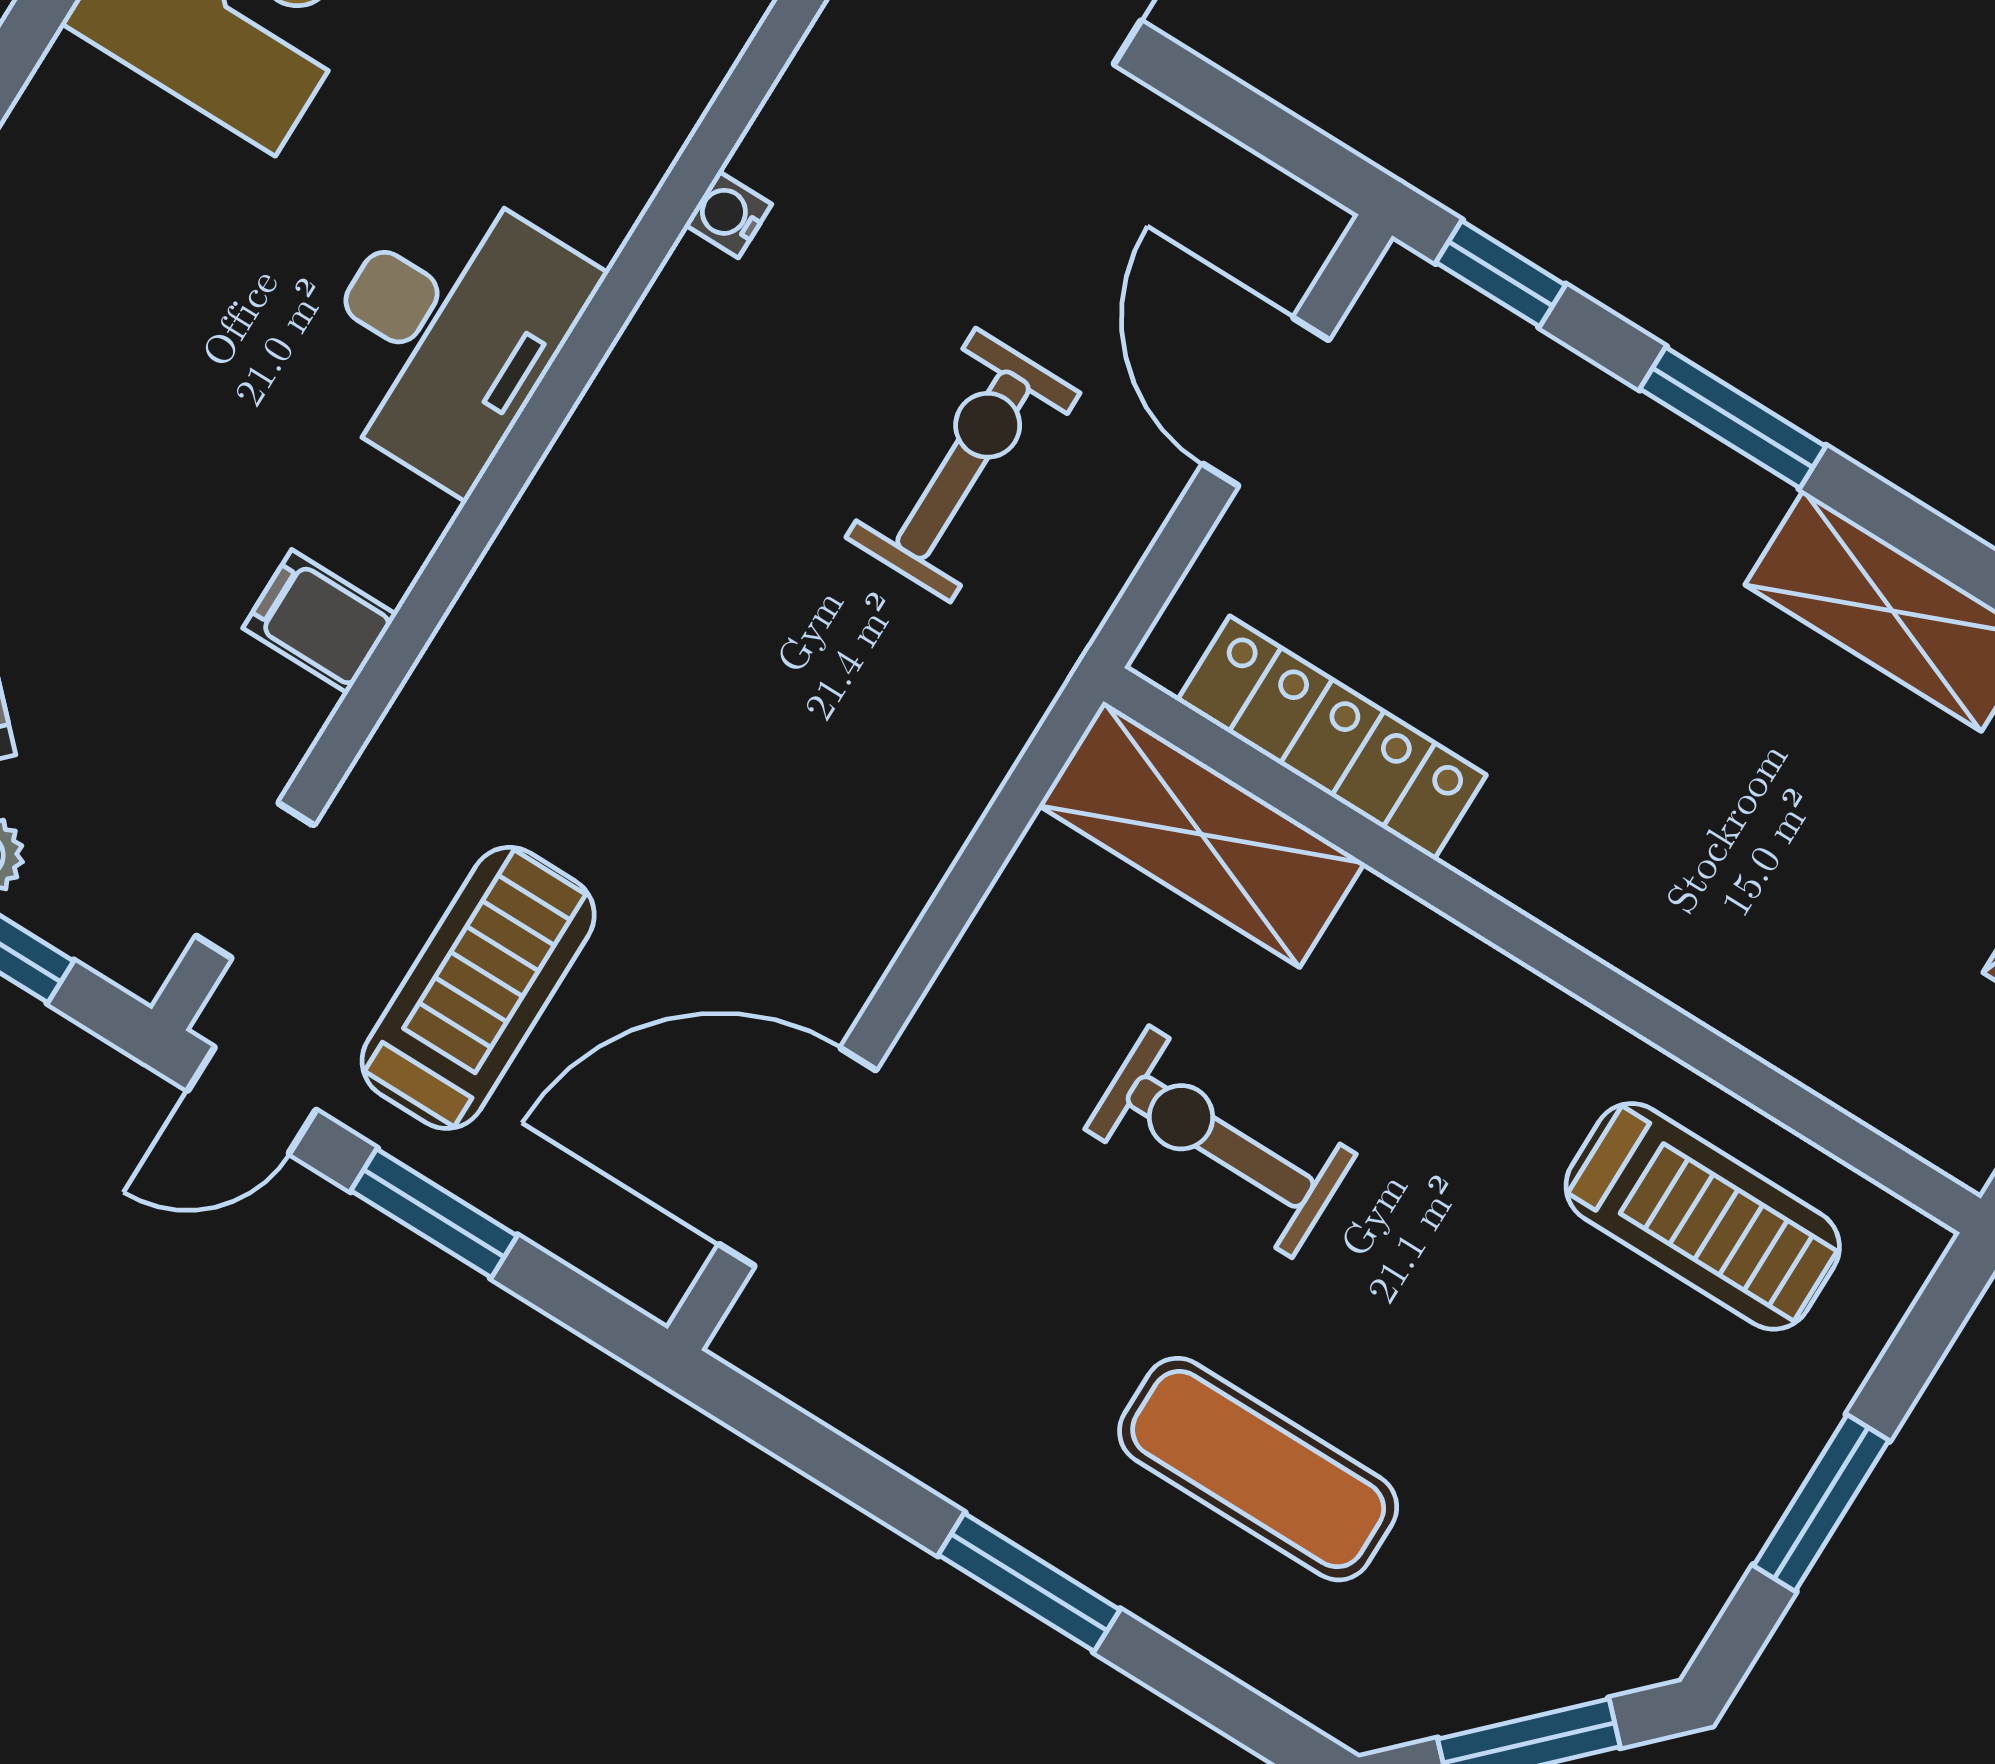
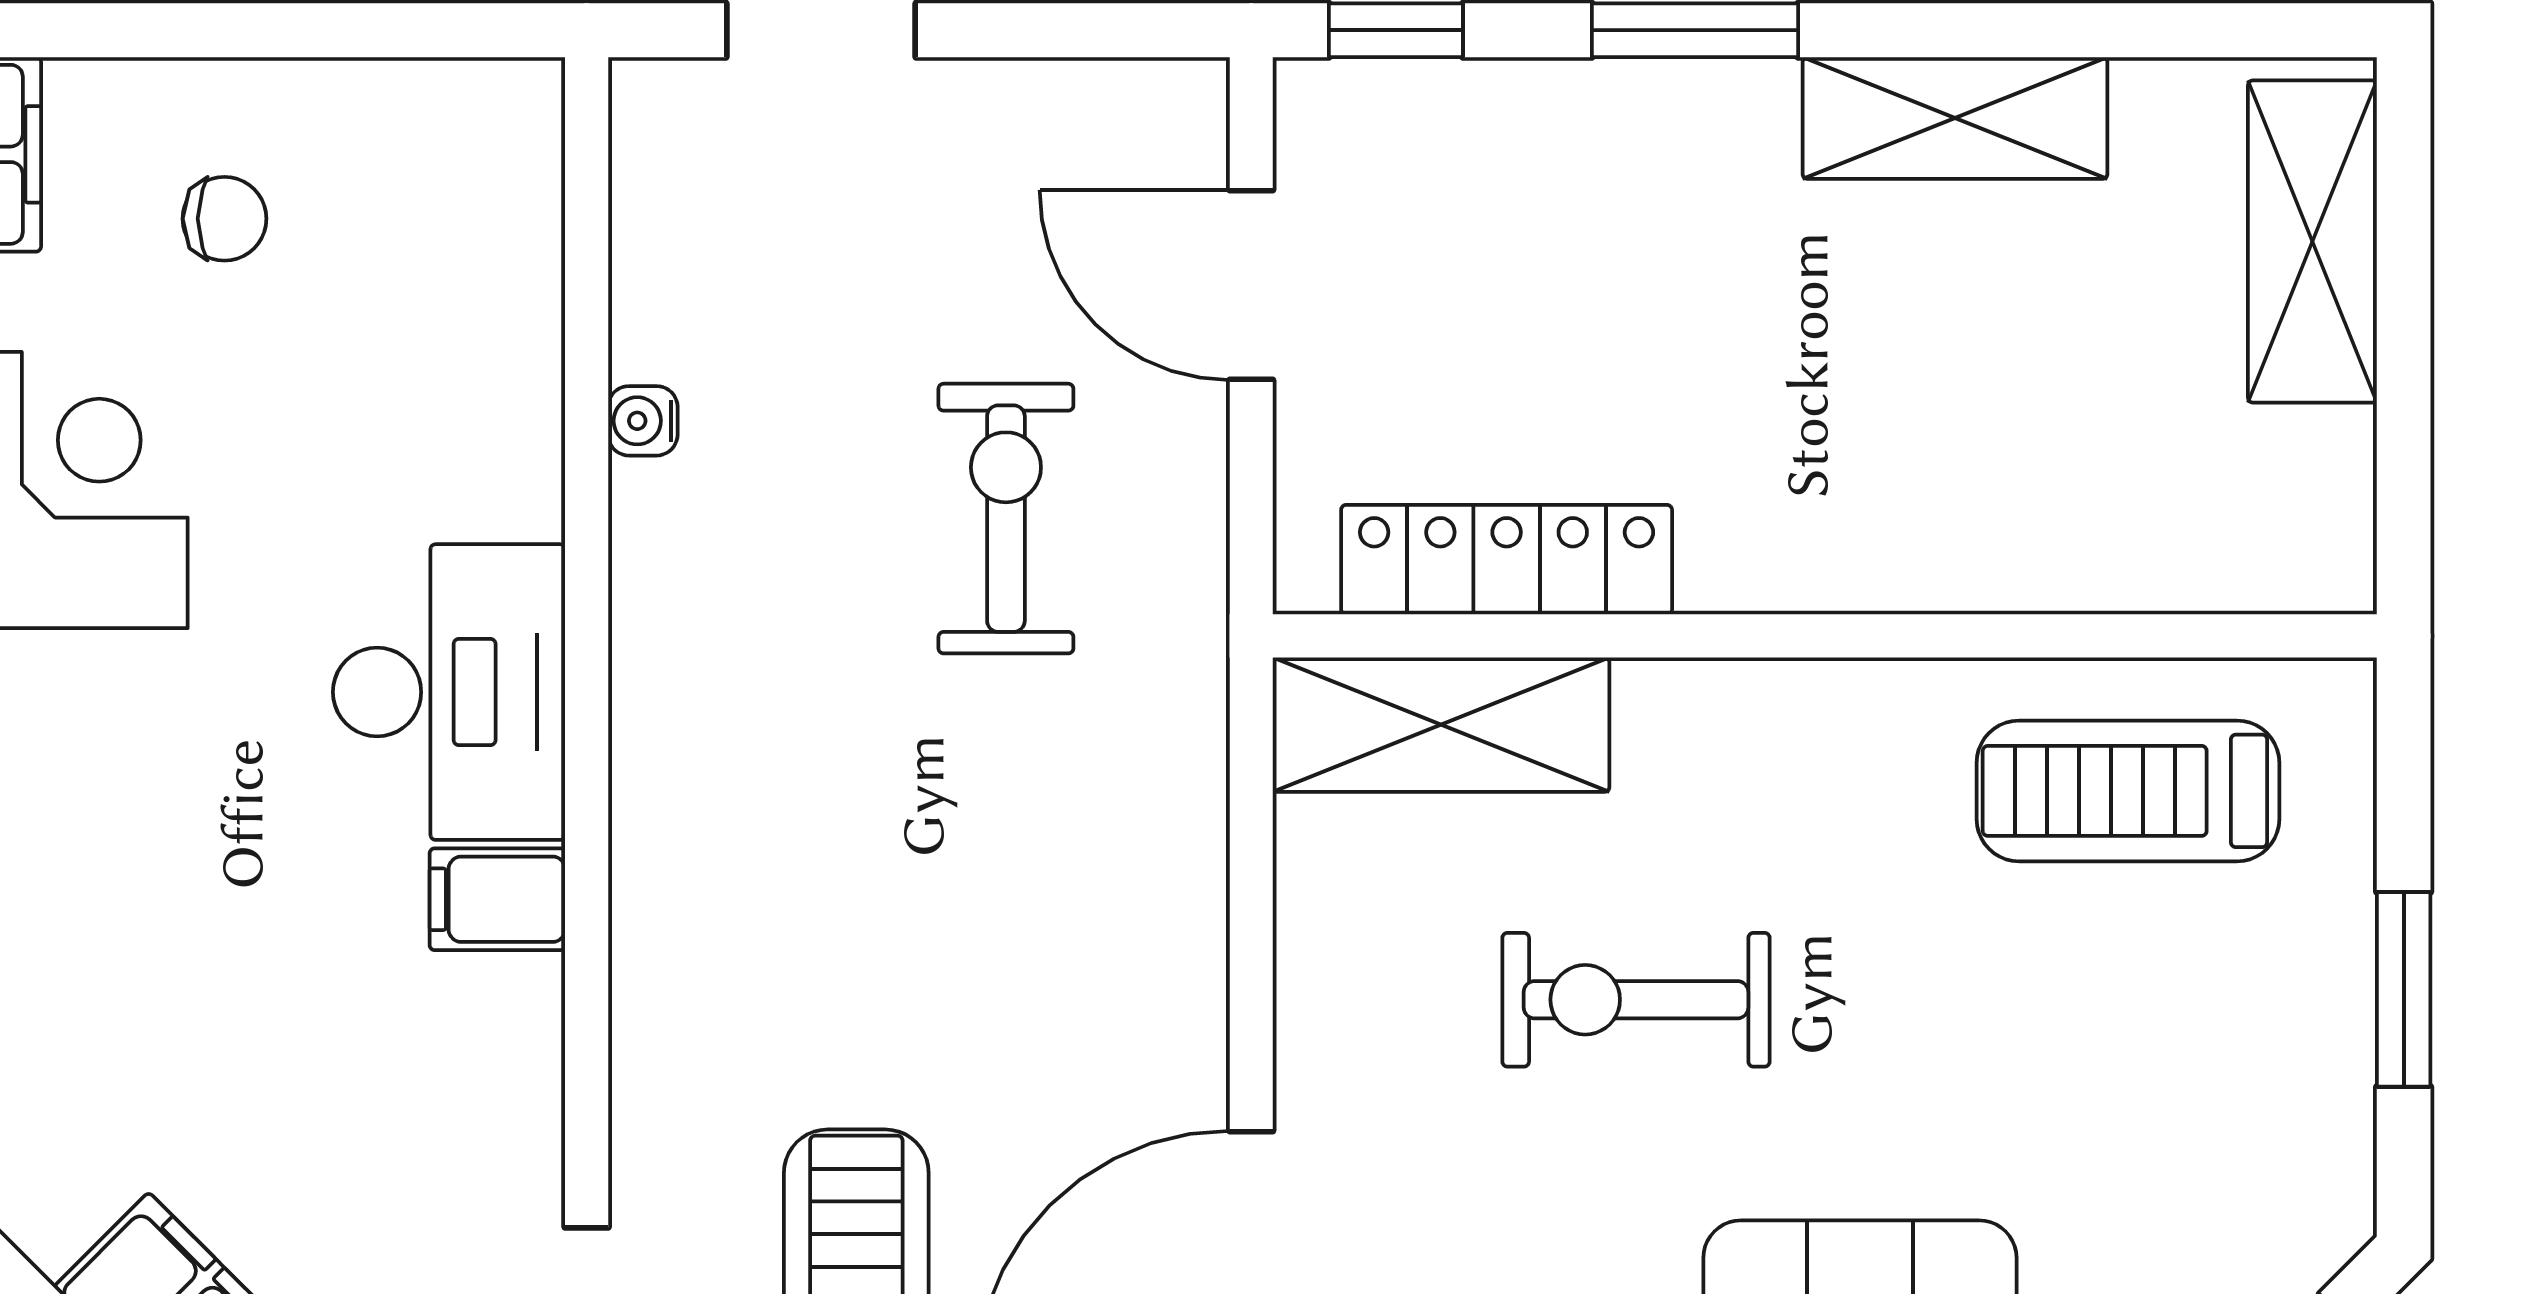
filing cabinet: (320, 621) -> (497, 899), moved
treadmill: (1703, 1216) -> (2128, 791), turned 180

